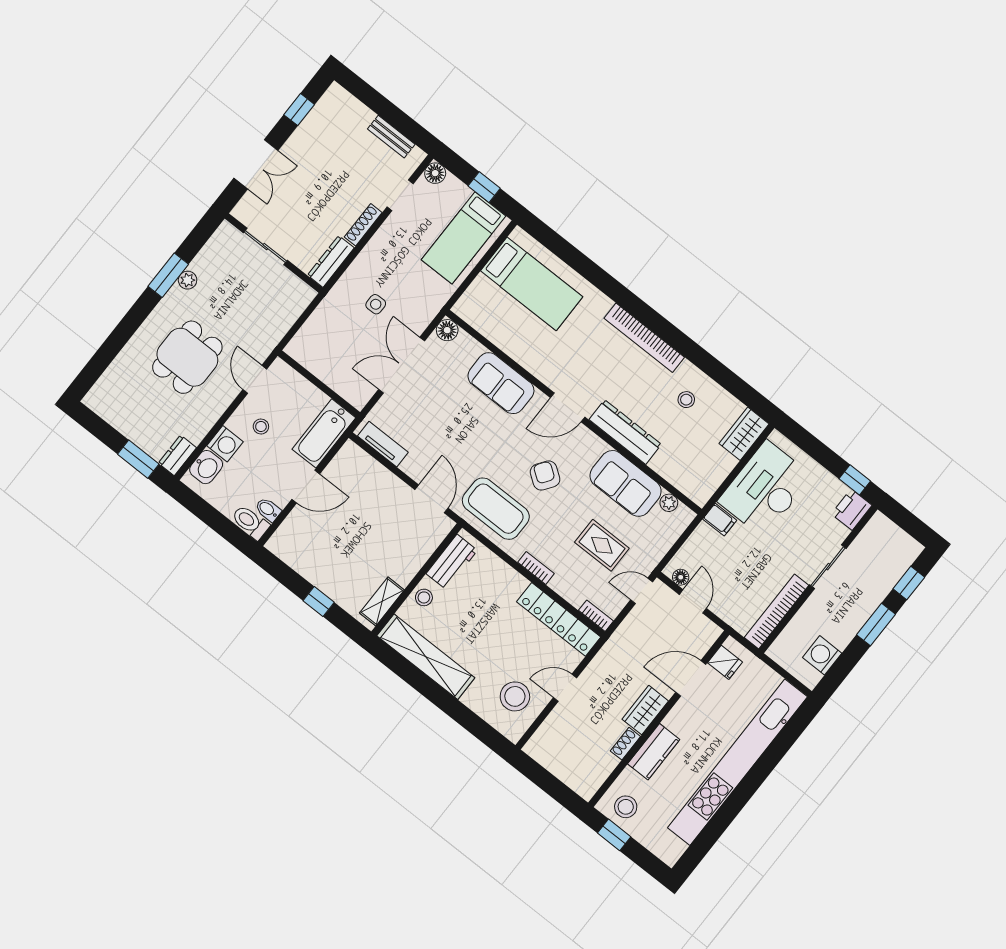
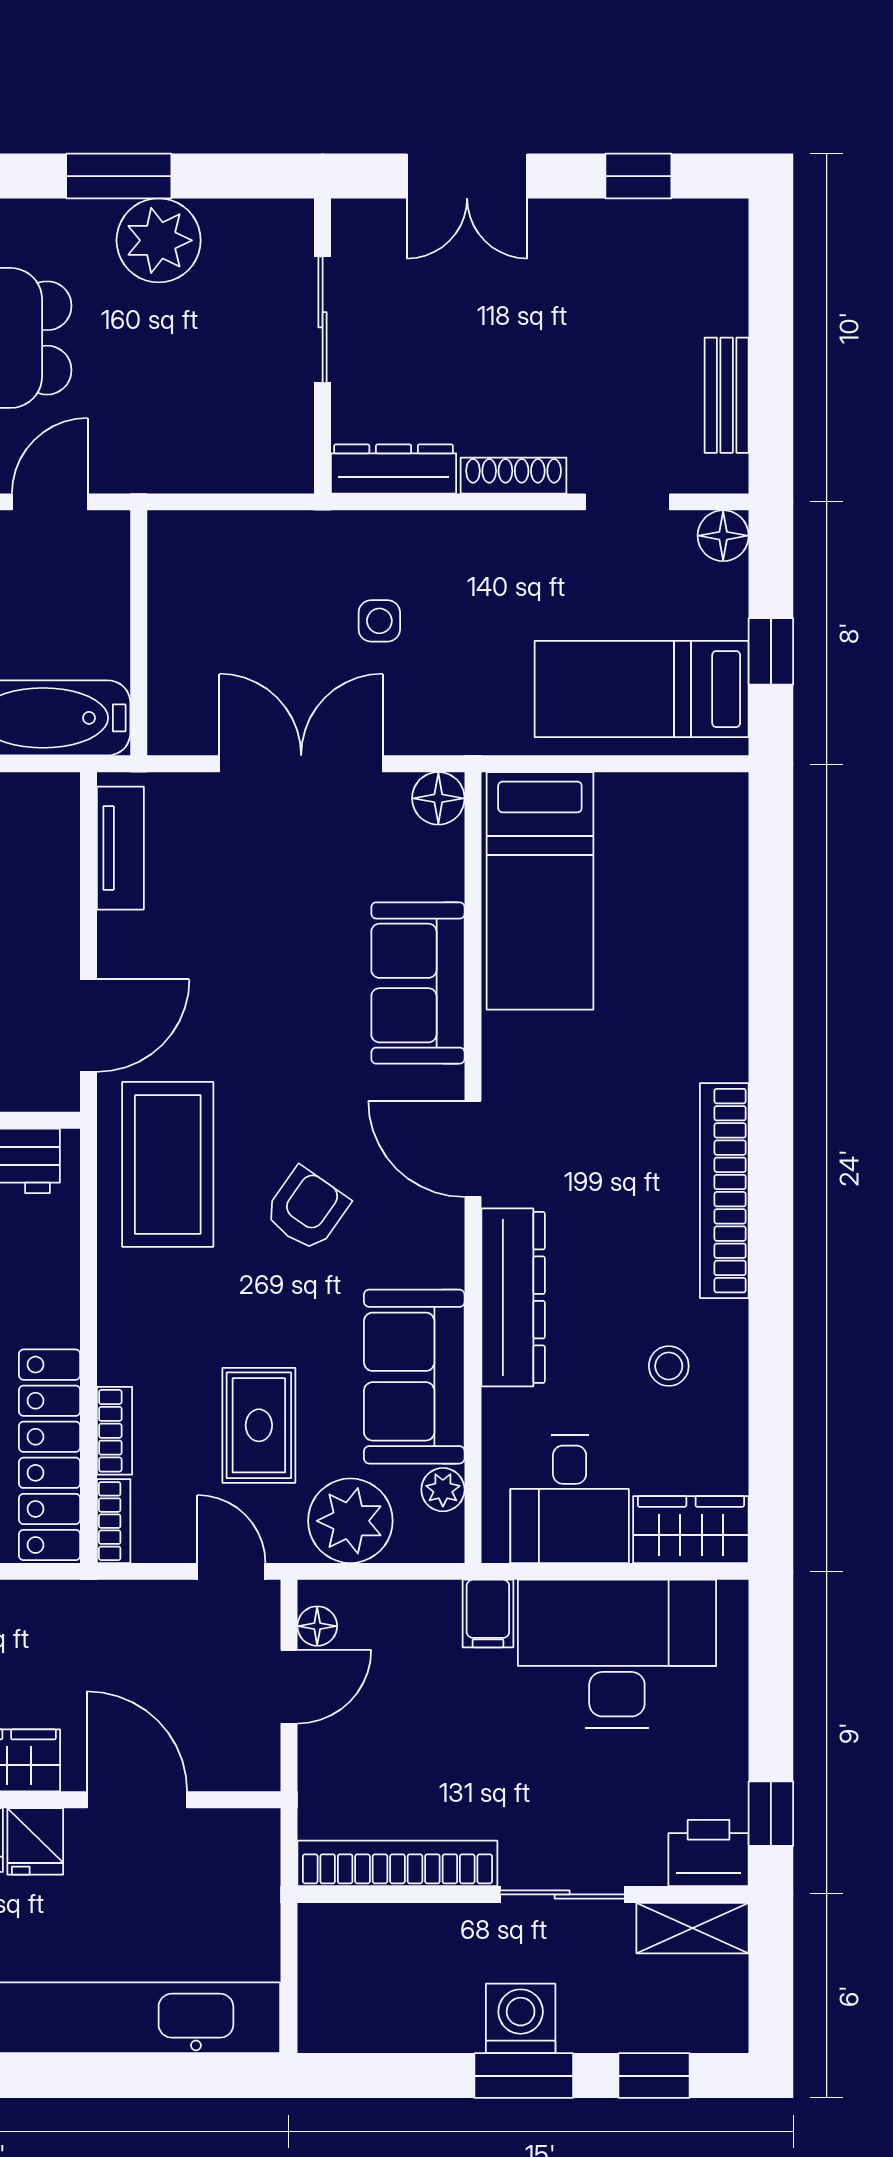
plant: (188, 280) -> (159, 240), width x1.87, depth x1.87
bed: (532, 284) -> (540, 891), moved
desk: (704, 465) -> (570, 1499), added
shelving: (871, 534) -> (693, 1928), added
plant: (655, 540) -> (350, 1521), added
bookcase: (536, 568) -> (115, 1431), moved
washing machine: (822, 655) -> (521, 2018), moved
fridge: (725, 662) -> (35, 1841), moved

